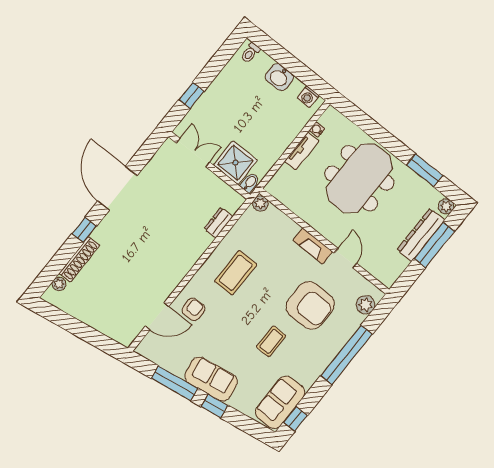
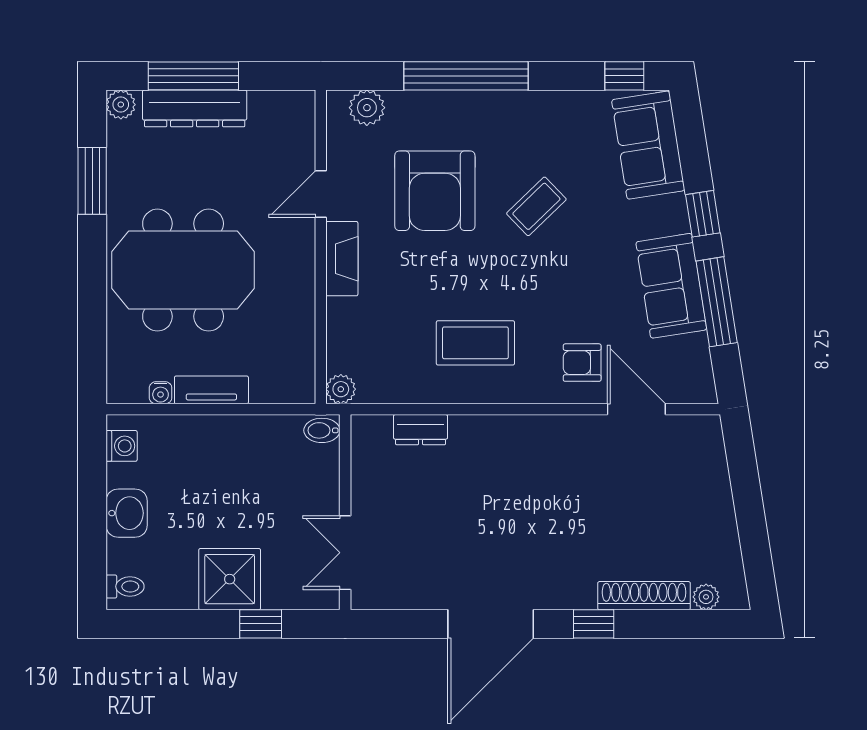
shower: (235, 163) -> (230, 579), moved
armchair: (310, 305) -> (435, 191), turned 180
coffee table: (271, 341) -> (536, 206), turned -44
sofa: (211, 379) -> (671, 286), moved
sofa: (280, 402) -> (648, 145), moved, turned 81

